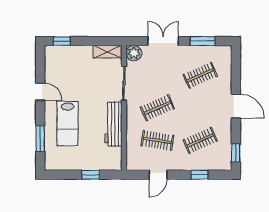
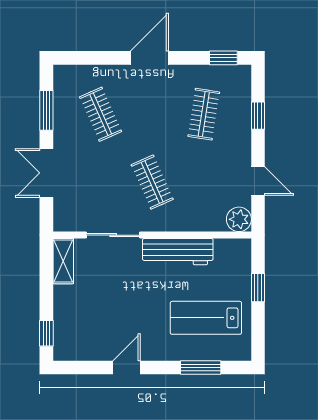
plant: (134, 53) -> (239, 219), moved
lab bench: (68, 124) -> (206, 318), moved, turned 180
clothes rail: (157, 140) -> (204, 182), removed
clothes rail: (200, 140) -> (204, 114), turned 33

